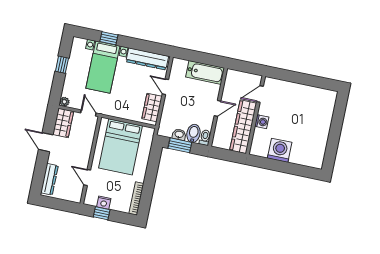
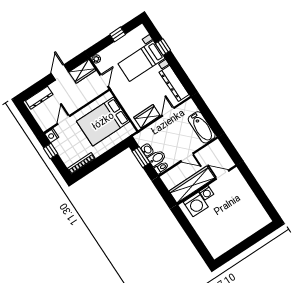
washing machine: (280, 150) -> (196, 204), moved, turned 90
nightstand: (104, 203) -> (52, 136), moved

